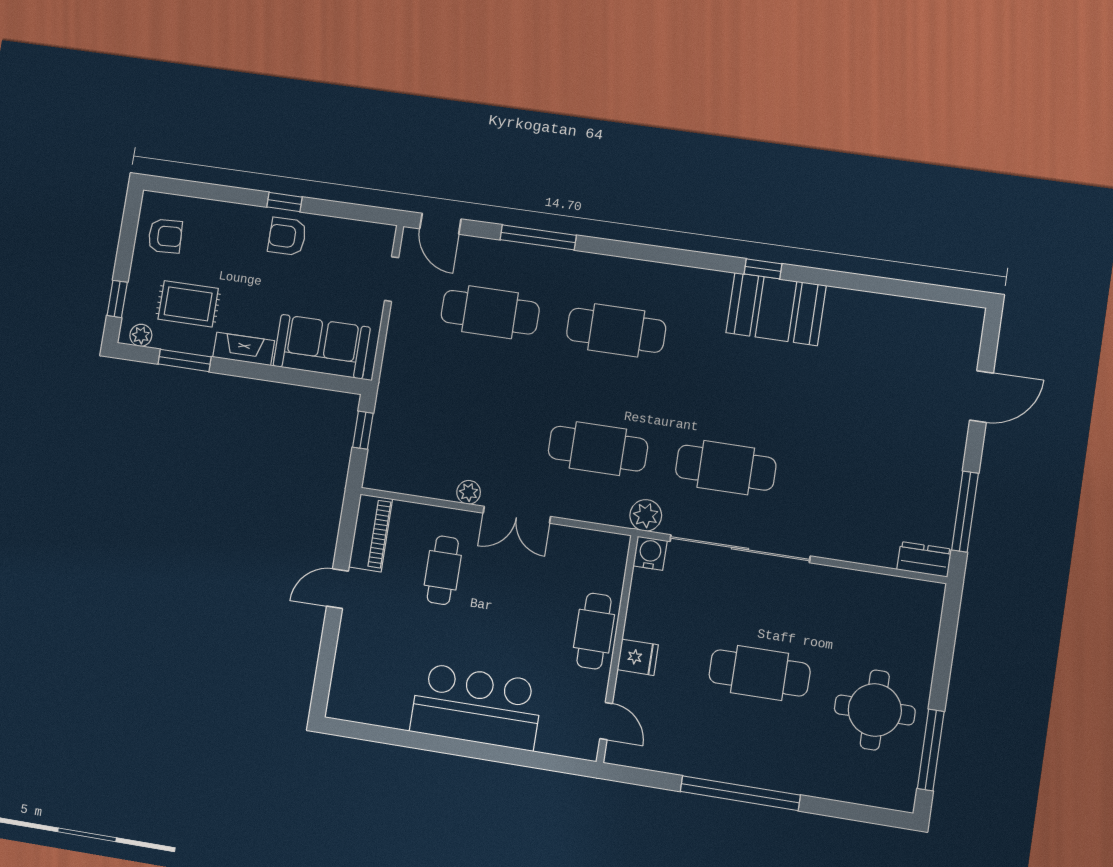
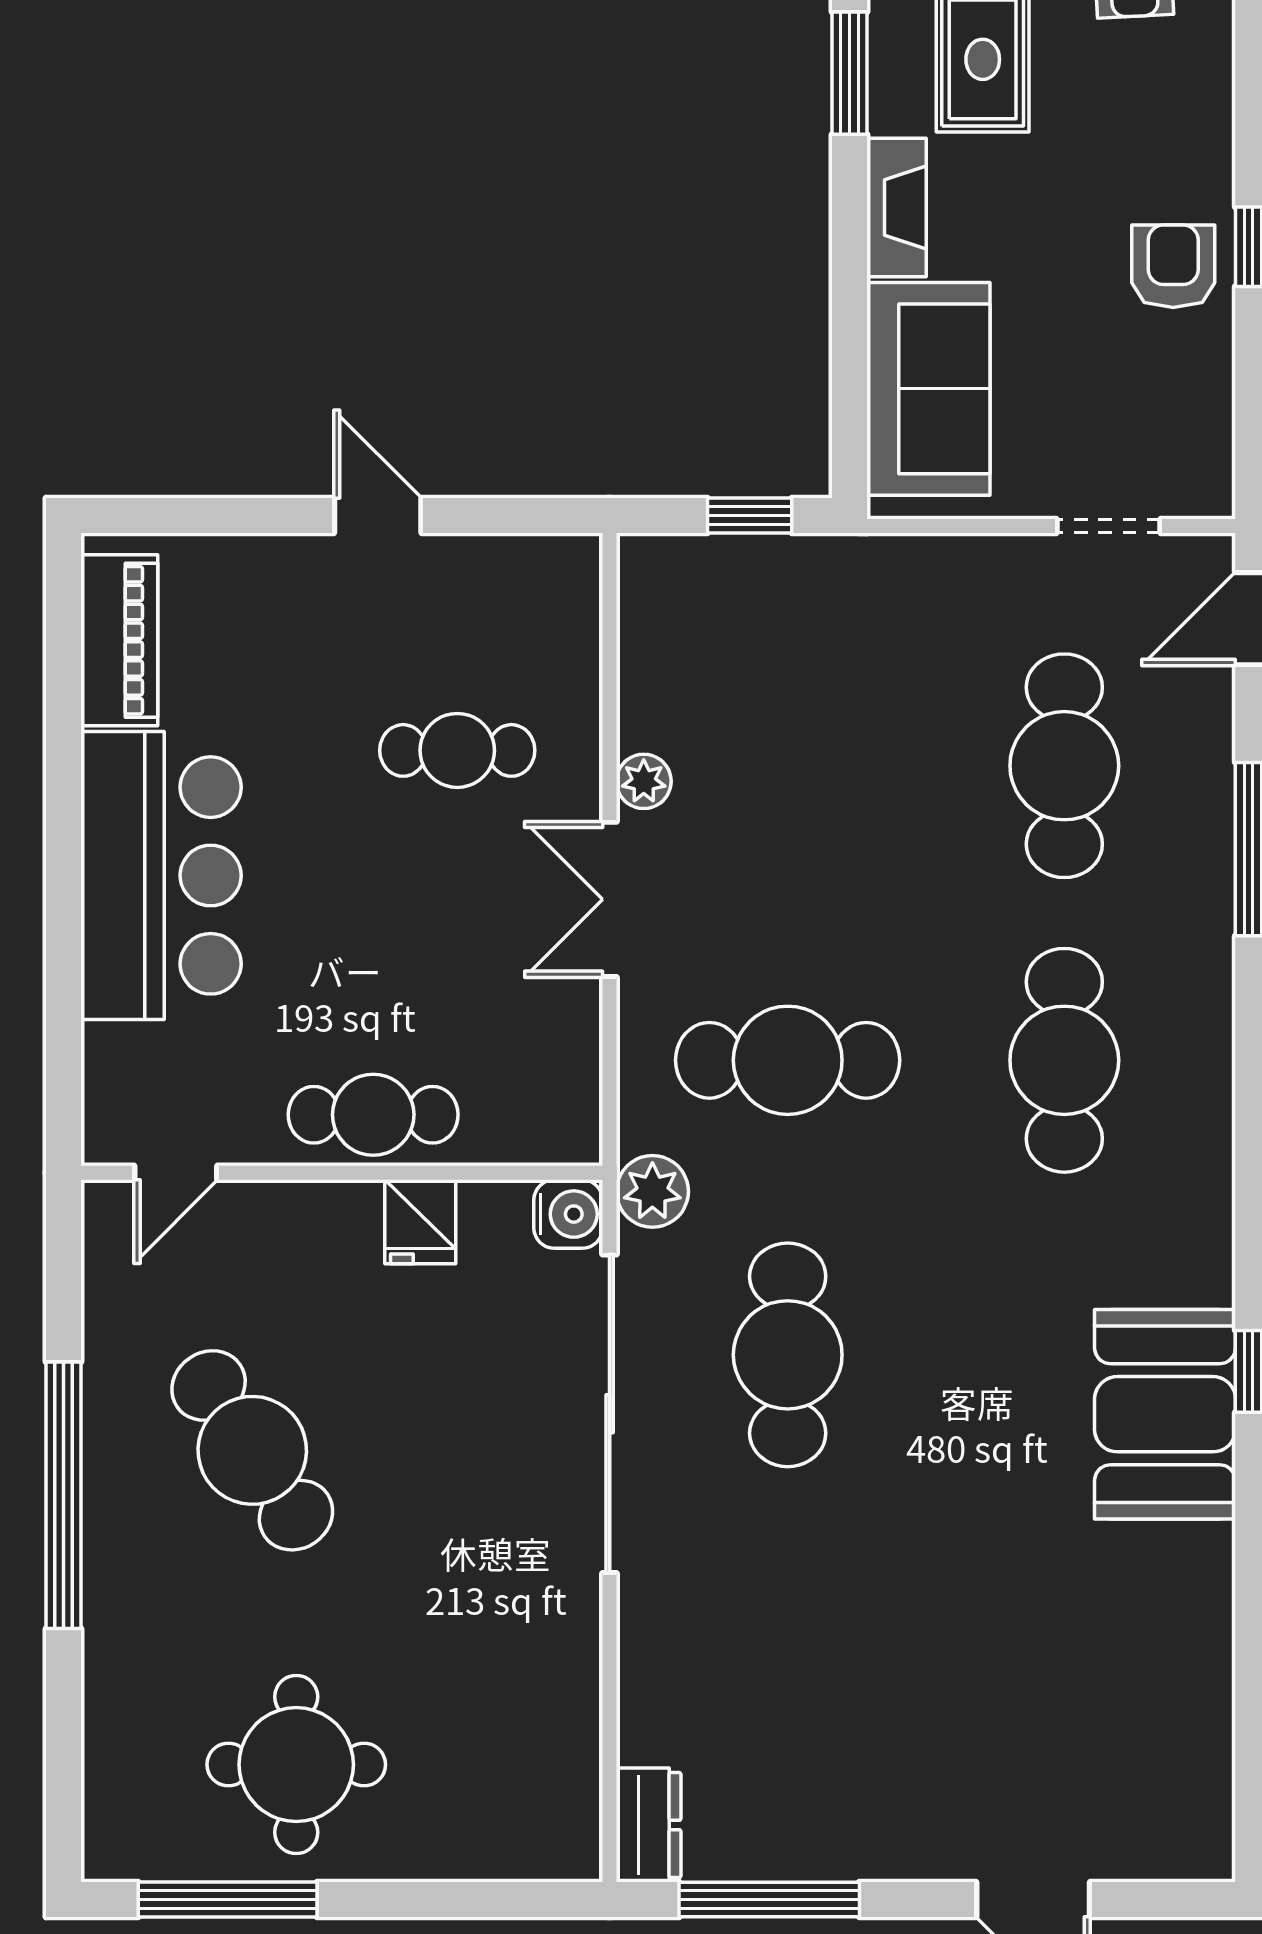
cafe table: (598, 449) -> (788, 1060), turned 90
piano: (371, 533) -> (119, 640), moved, turned -90
fridge: (638, 657) -> (420, 1222), moved
cafe table: (760, 673) -> (252, 1450), moved, turned -34

